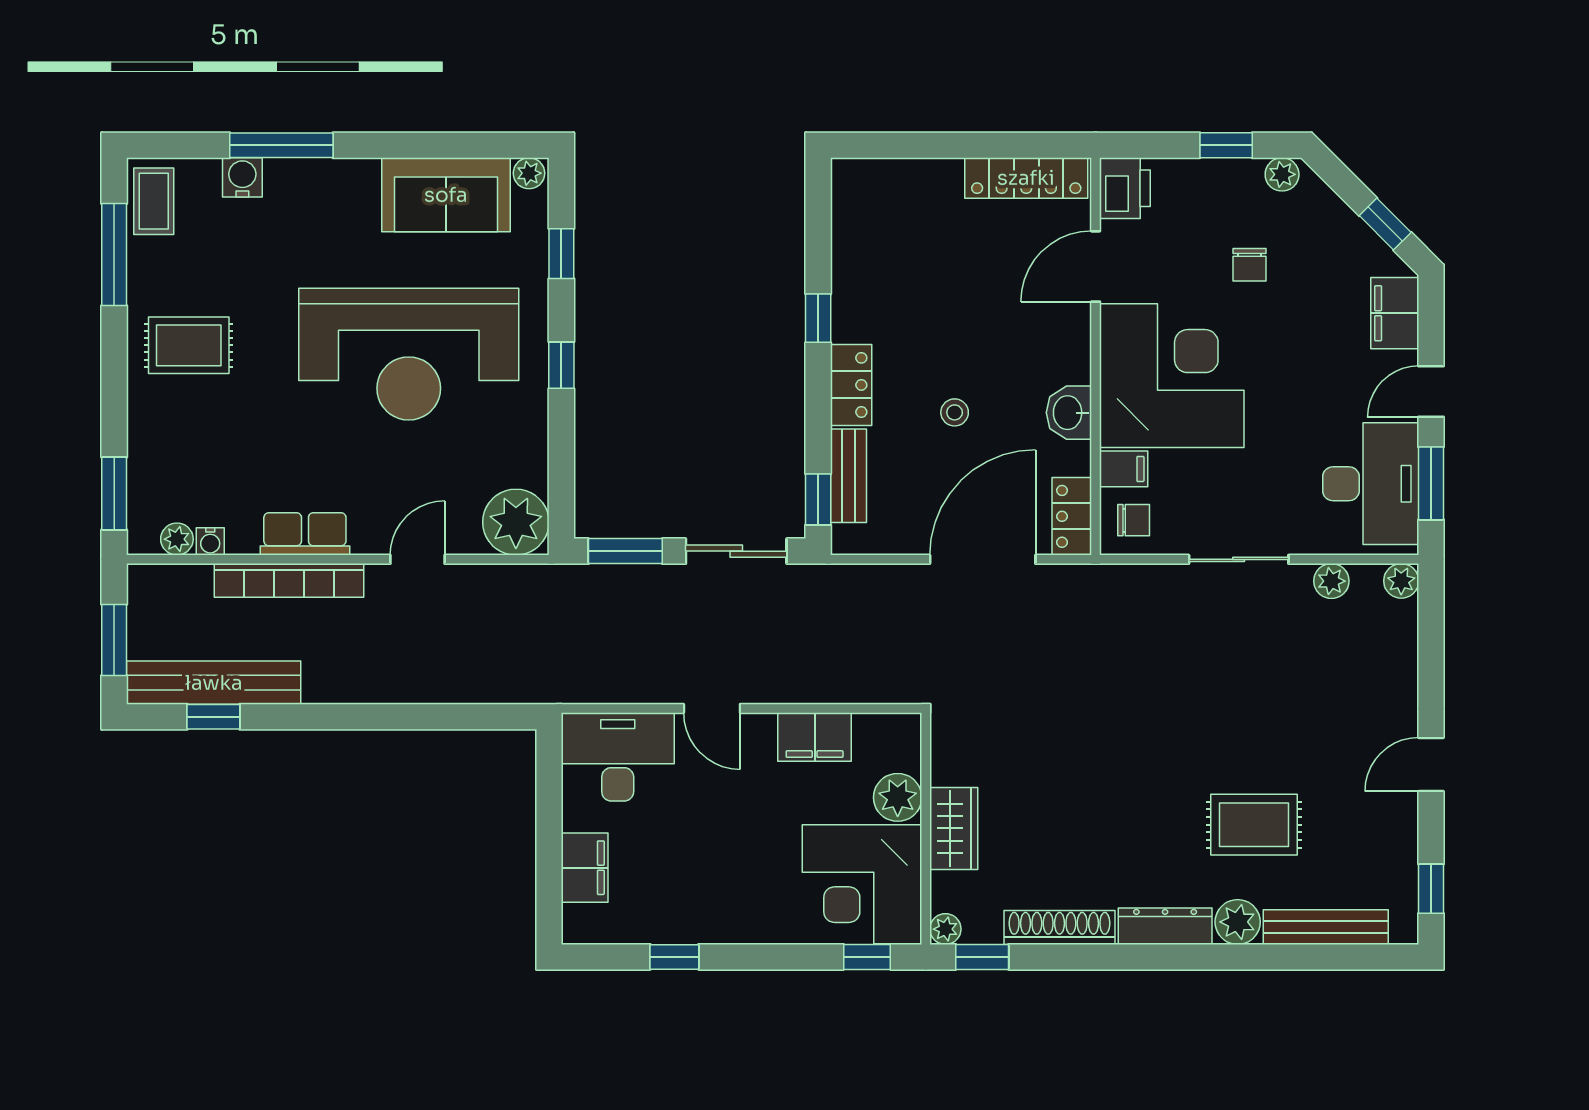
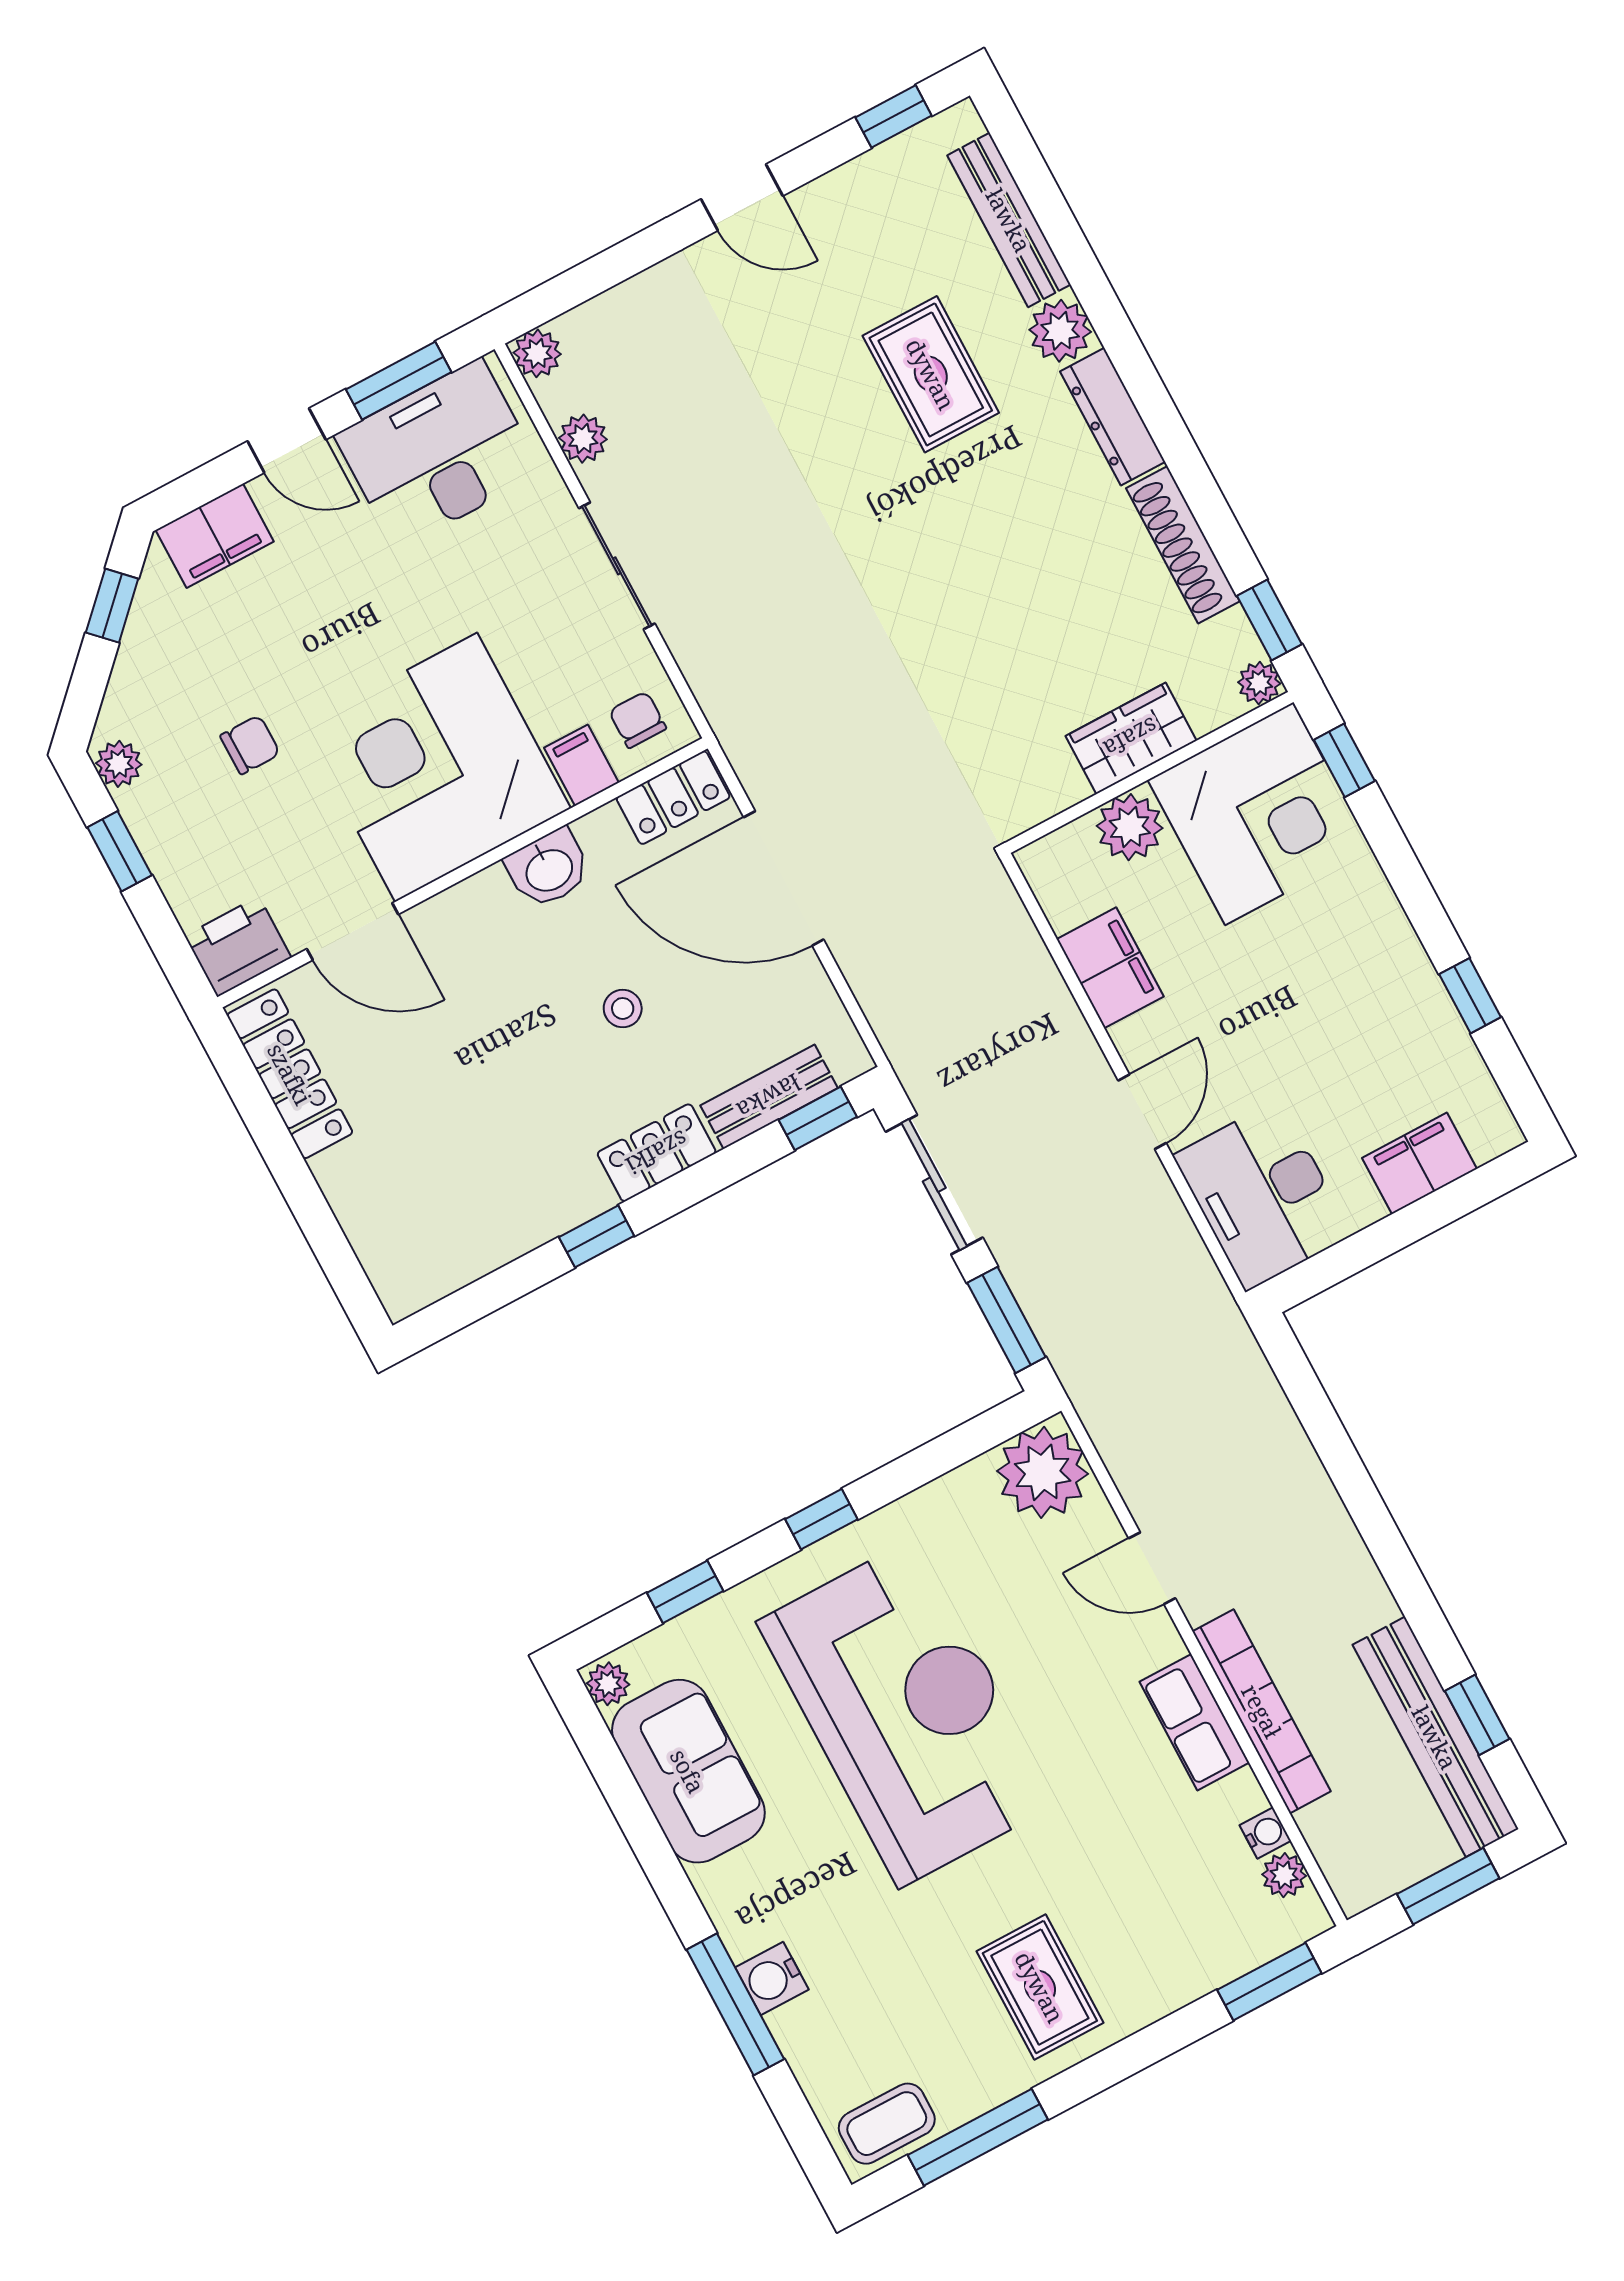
water cooler: (242, 177) -> (772, 1979), moved

